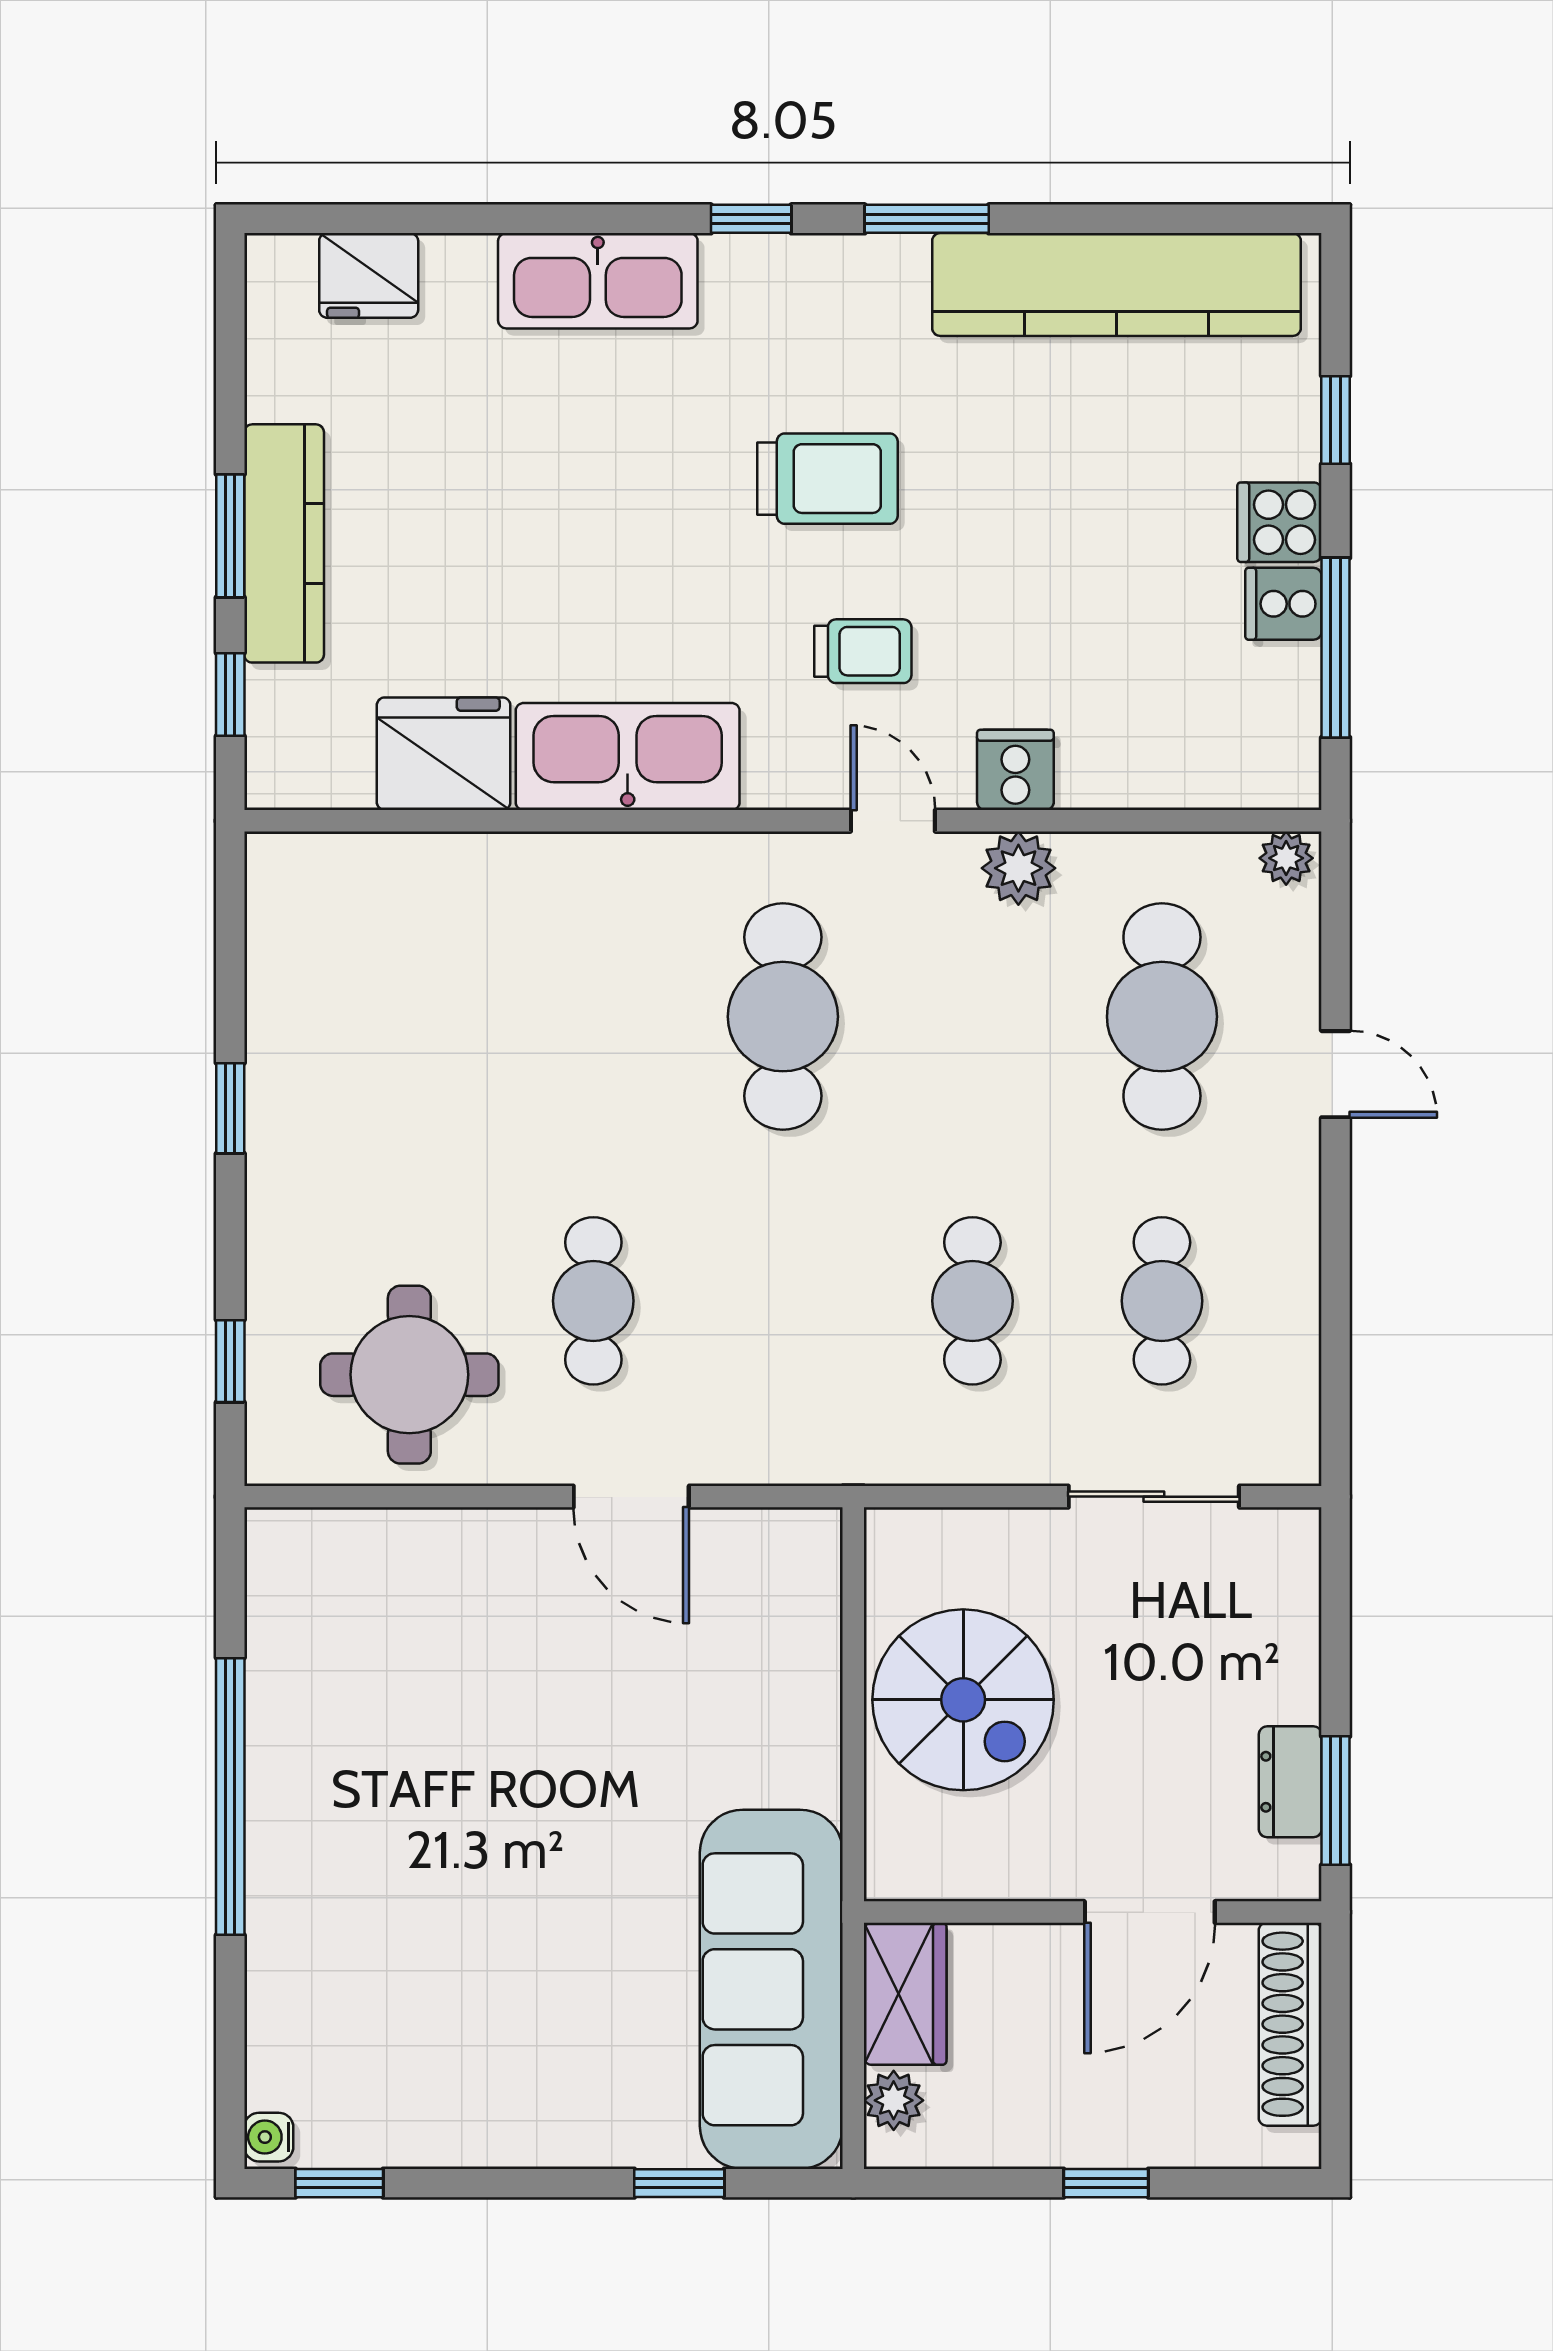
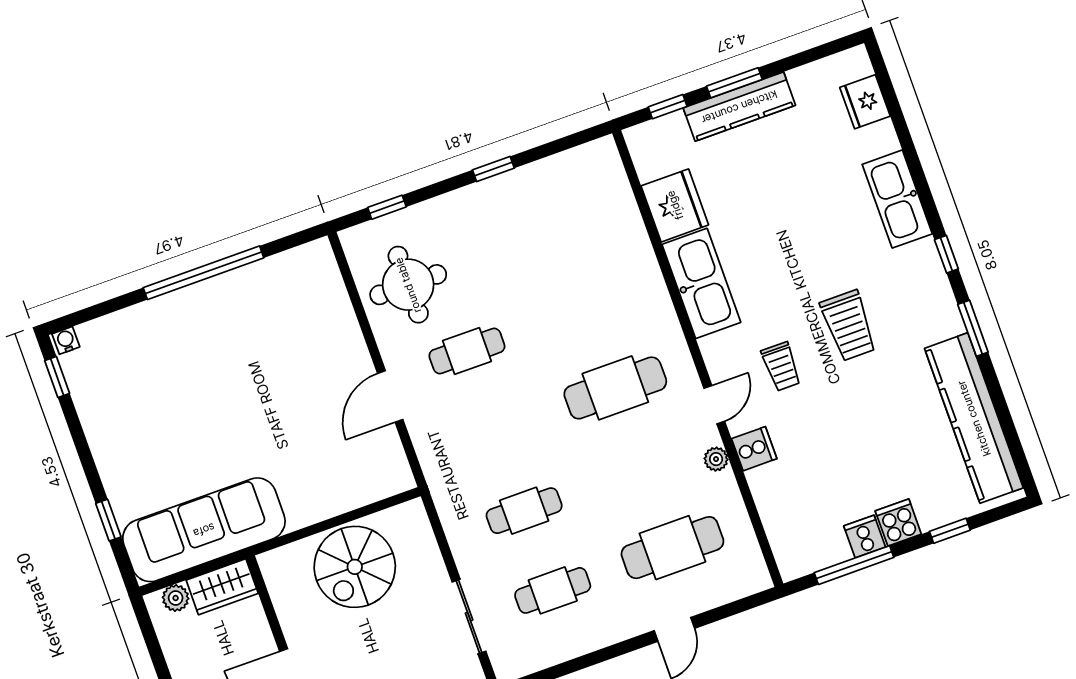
plant: (1286, 858) -> (758, 576), removed
plant: (1018, 868) -> (716, 459), width x0.73, depth x0.73

